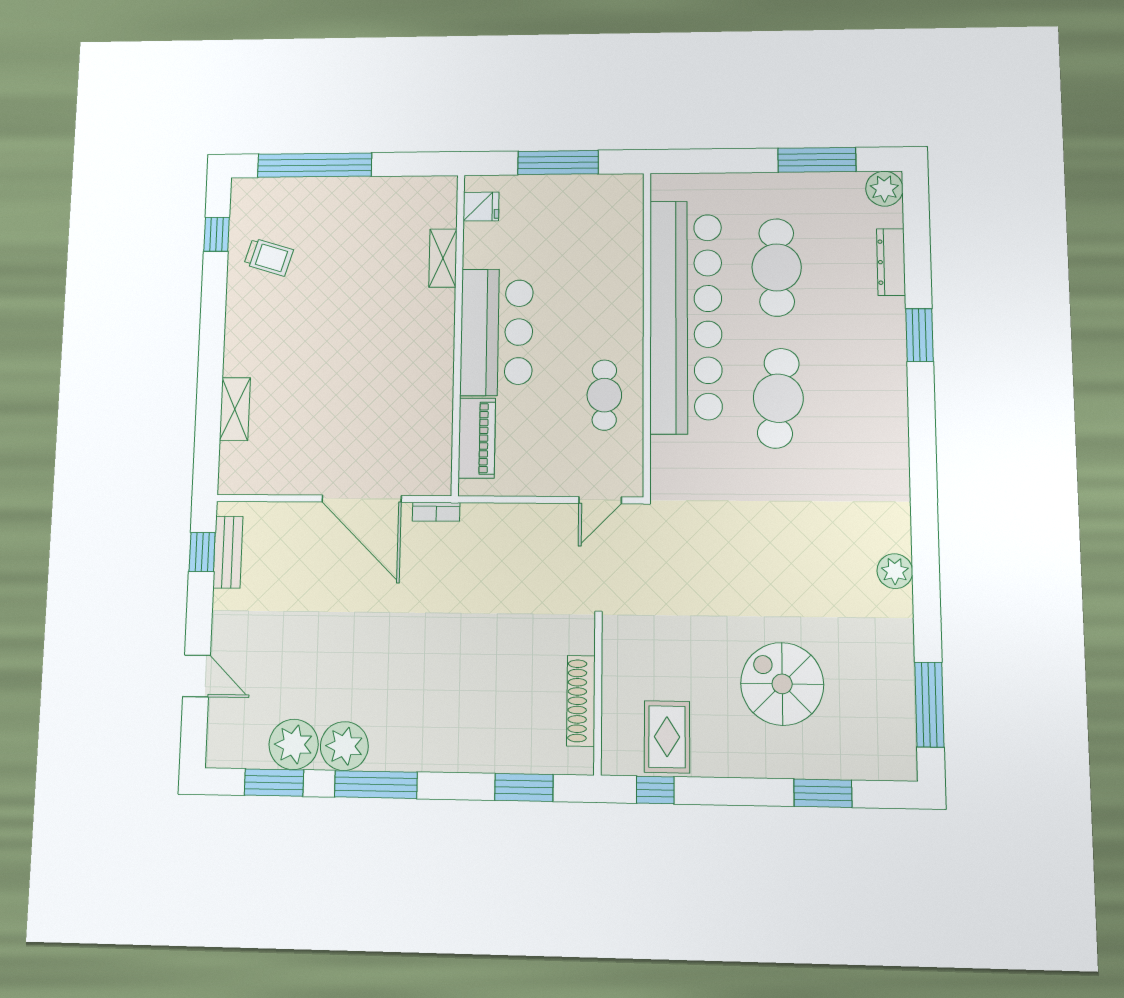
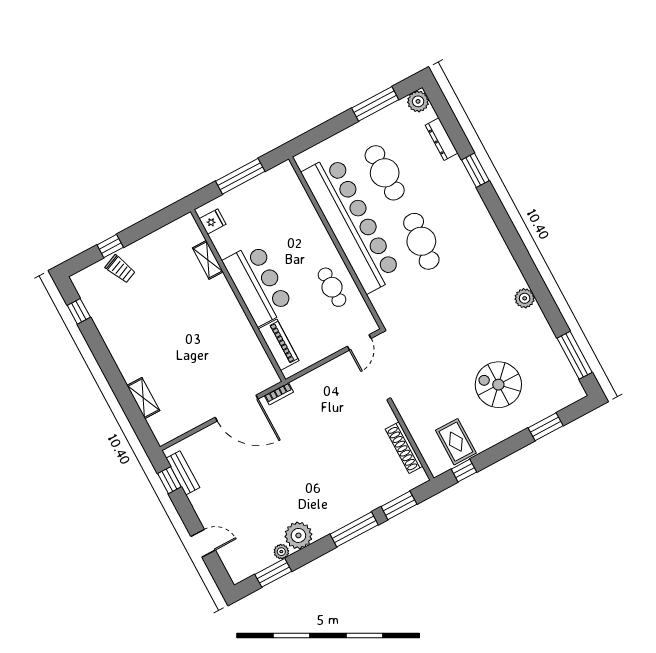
window: (315, 165) -> (110, 246), width x0.32
trolley: (269, 257) -> (120, 269), moved, turned 50
plant: (294, 744) -> (281, 552), width x0.53, depth x0.53
window: (376, 785) -> (354, 529), moved

